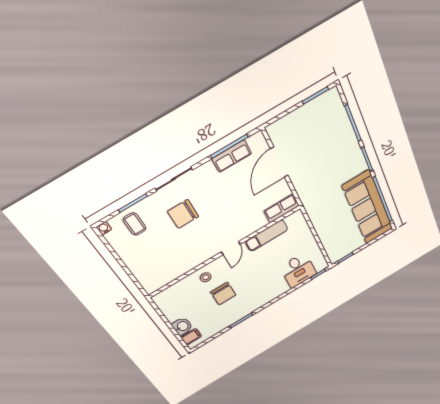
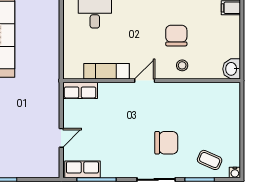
row of seats: (232, 156) -> (82, 169), moved
door: (279, 162) -> (61, 138), width x0.53
coffee table: (135, 224) -> (210, 160), turned -66
washbasin: (182, 326) -> (232, 69), moved

